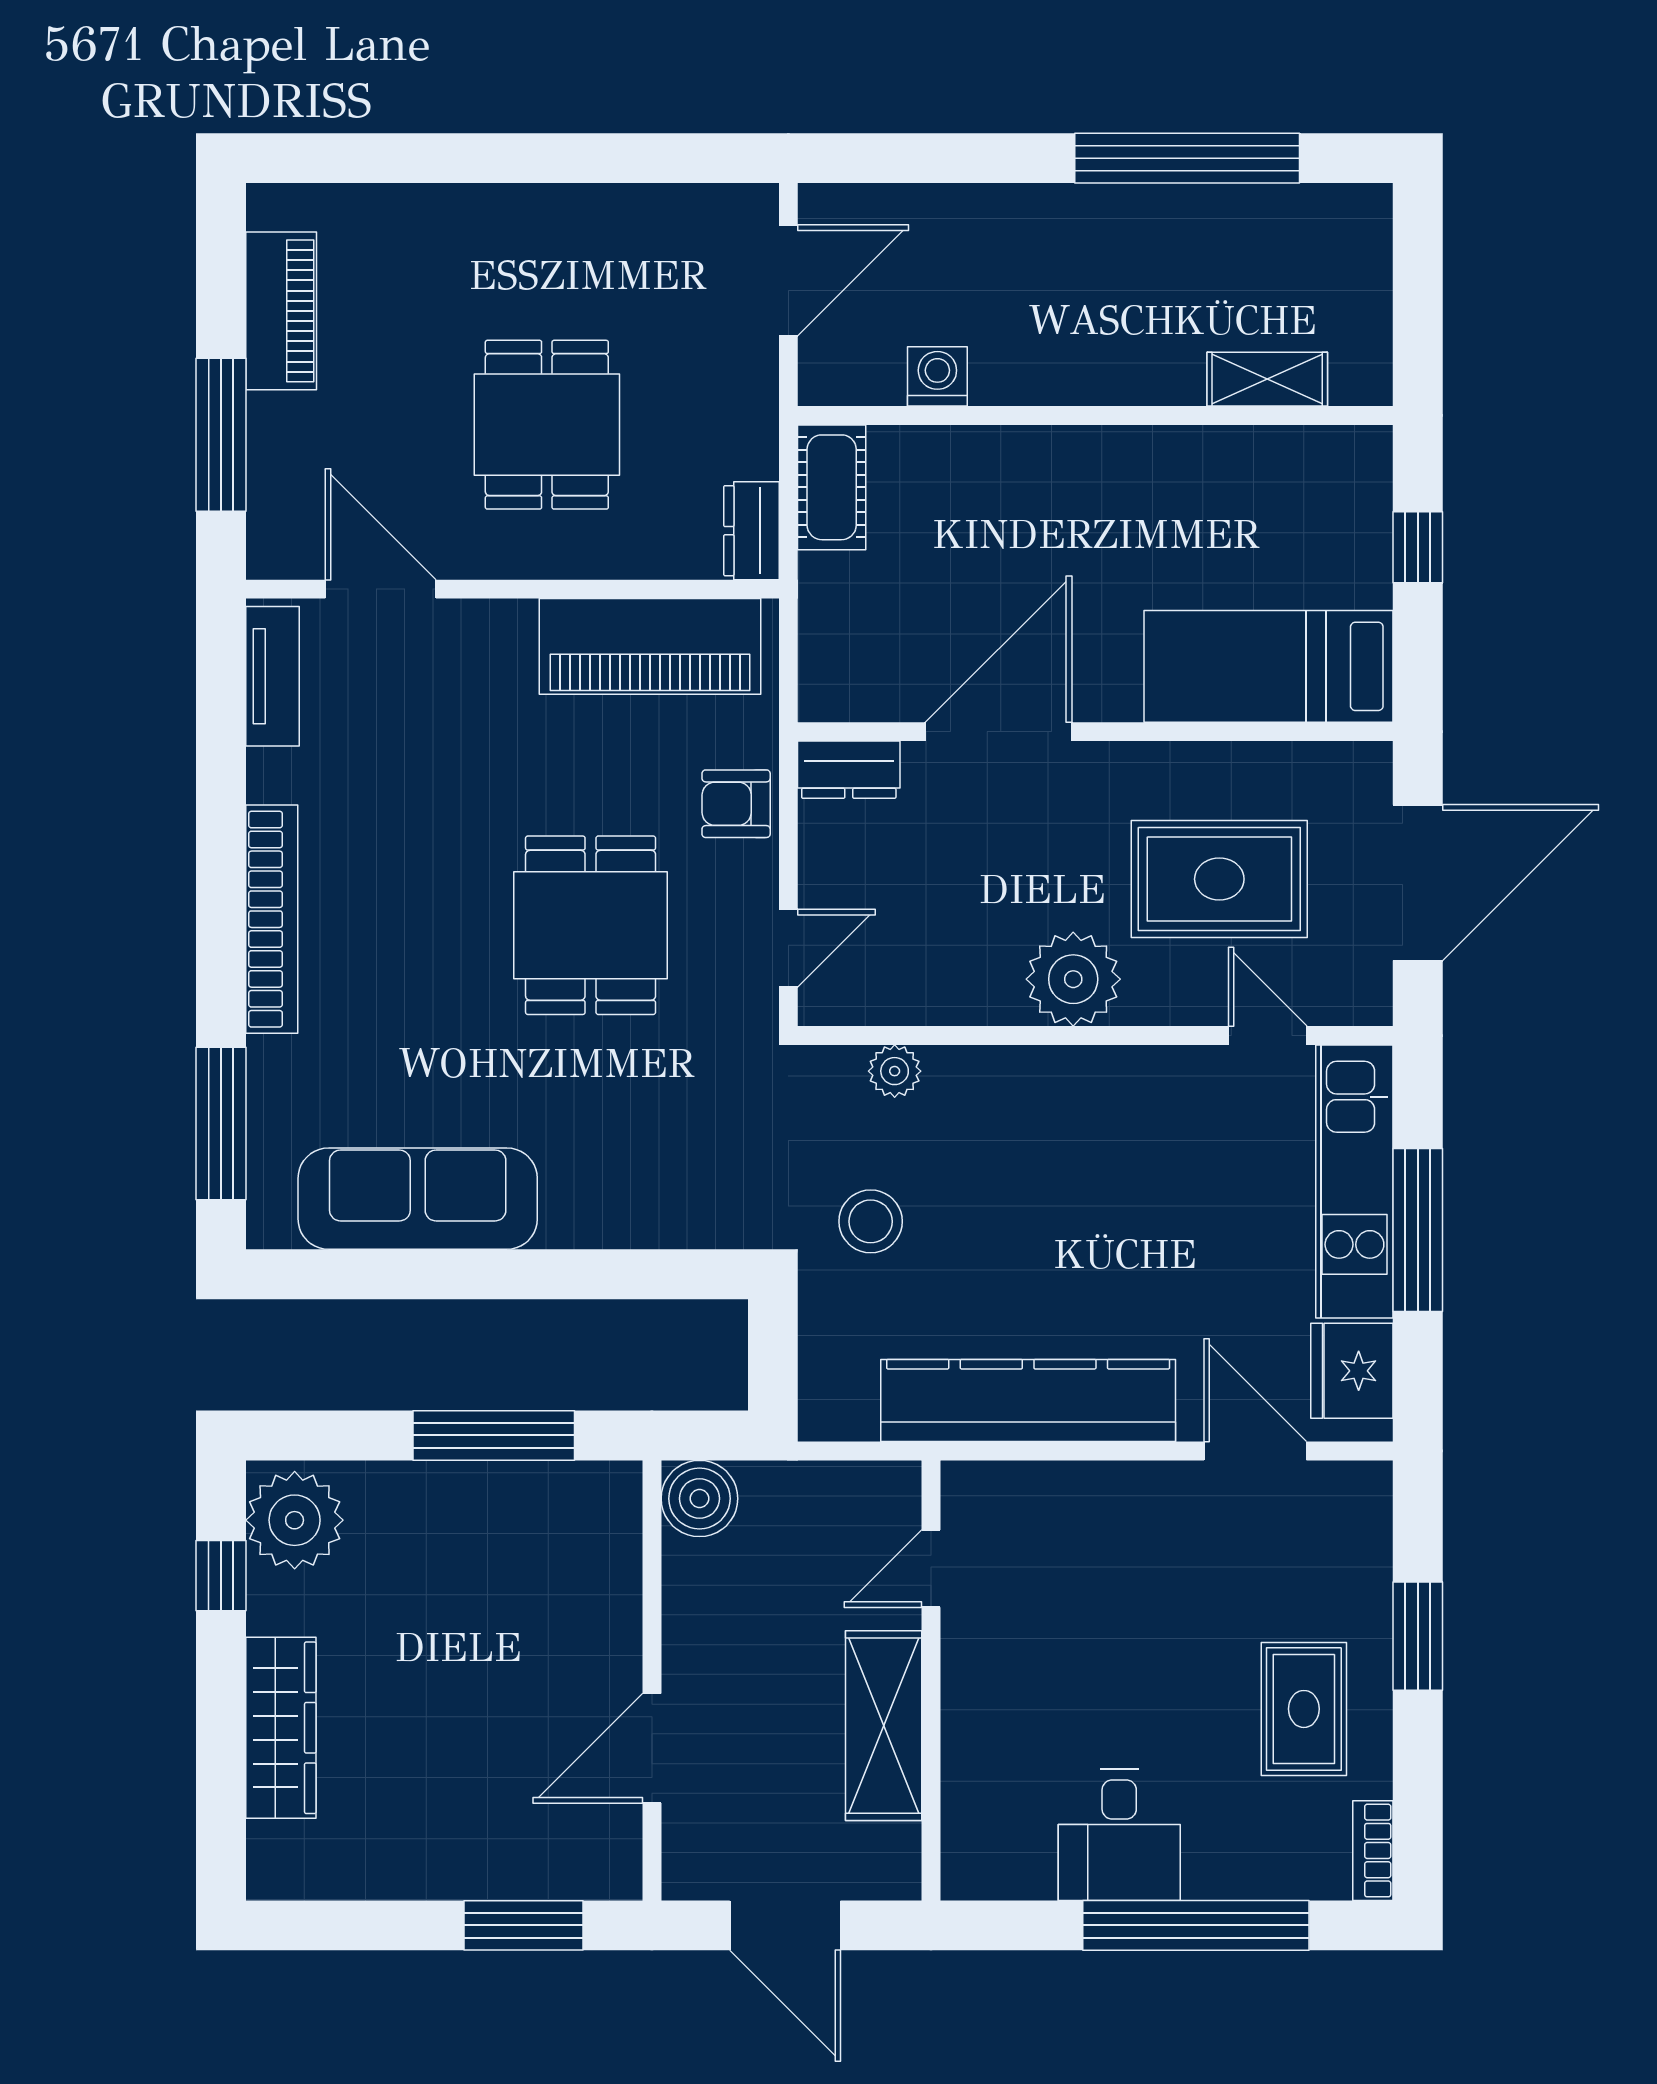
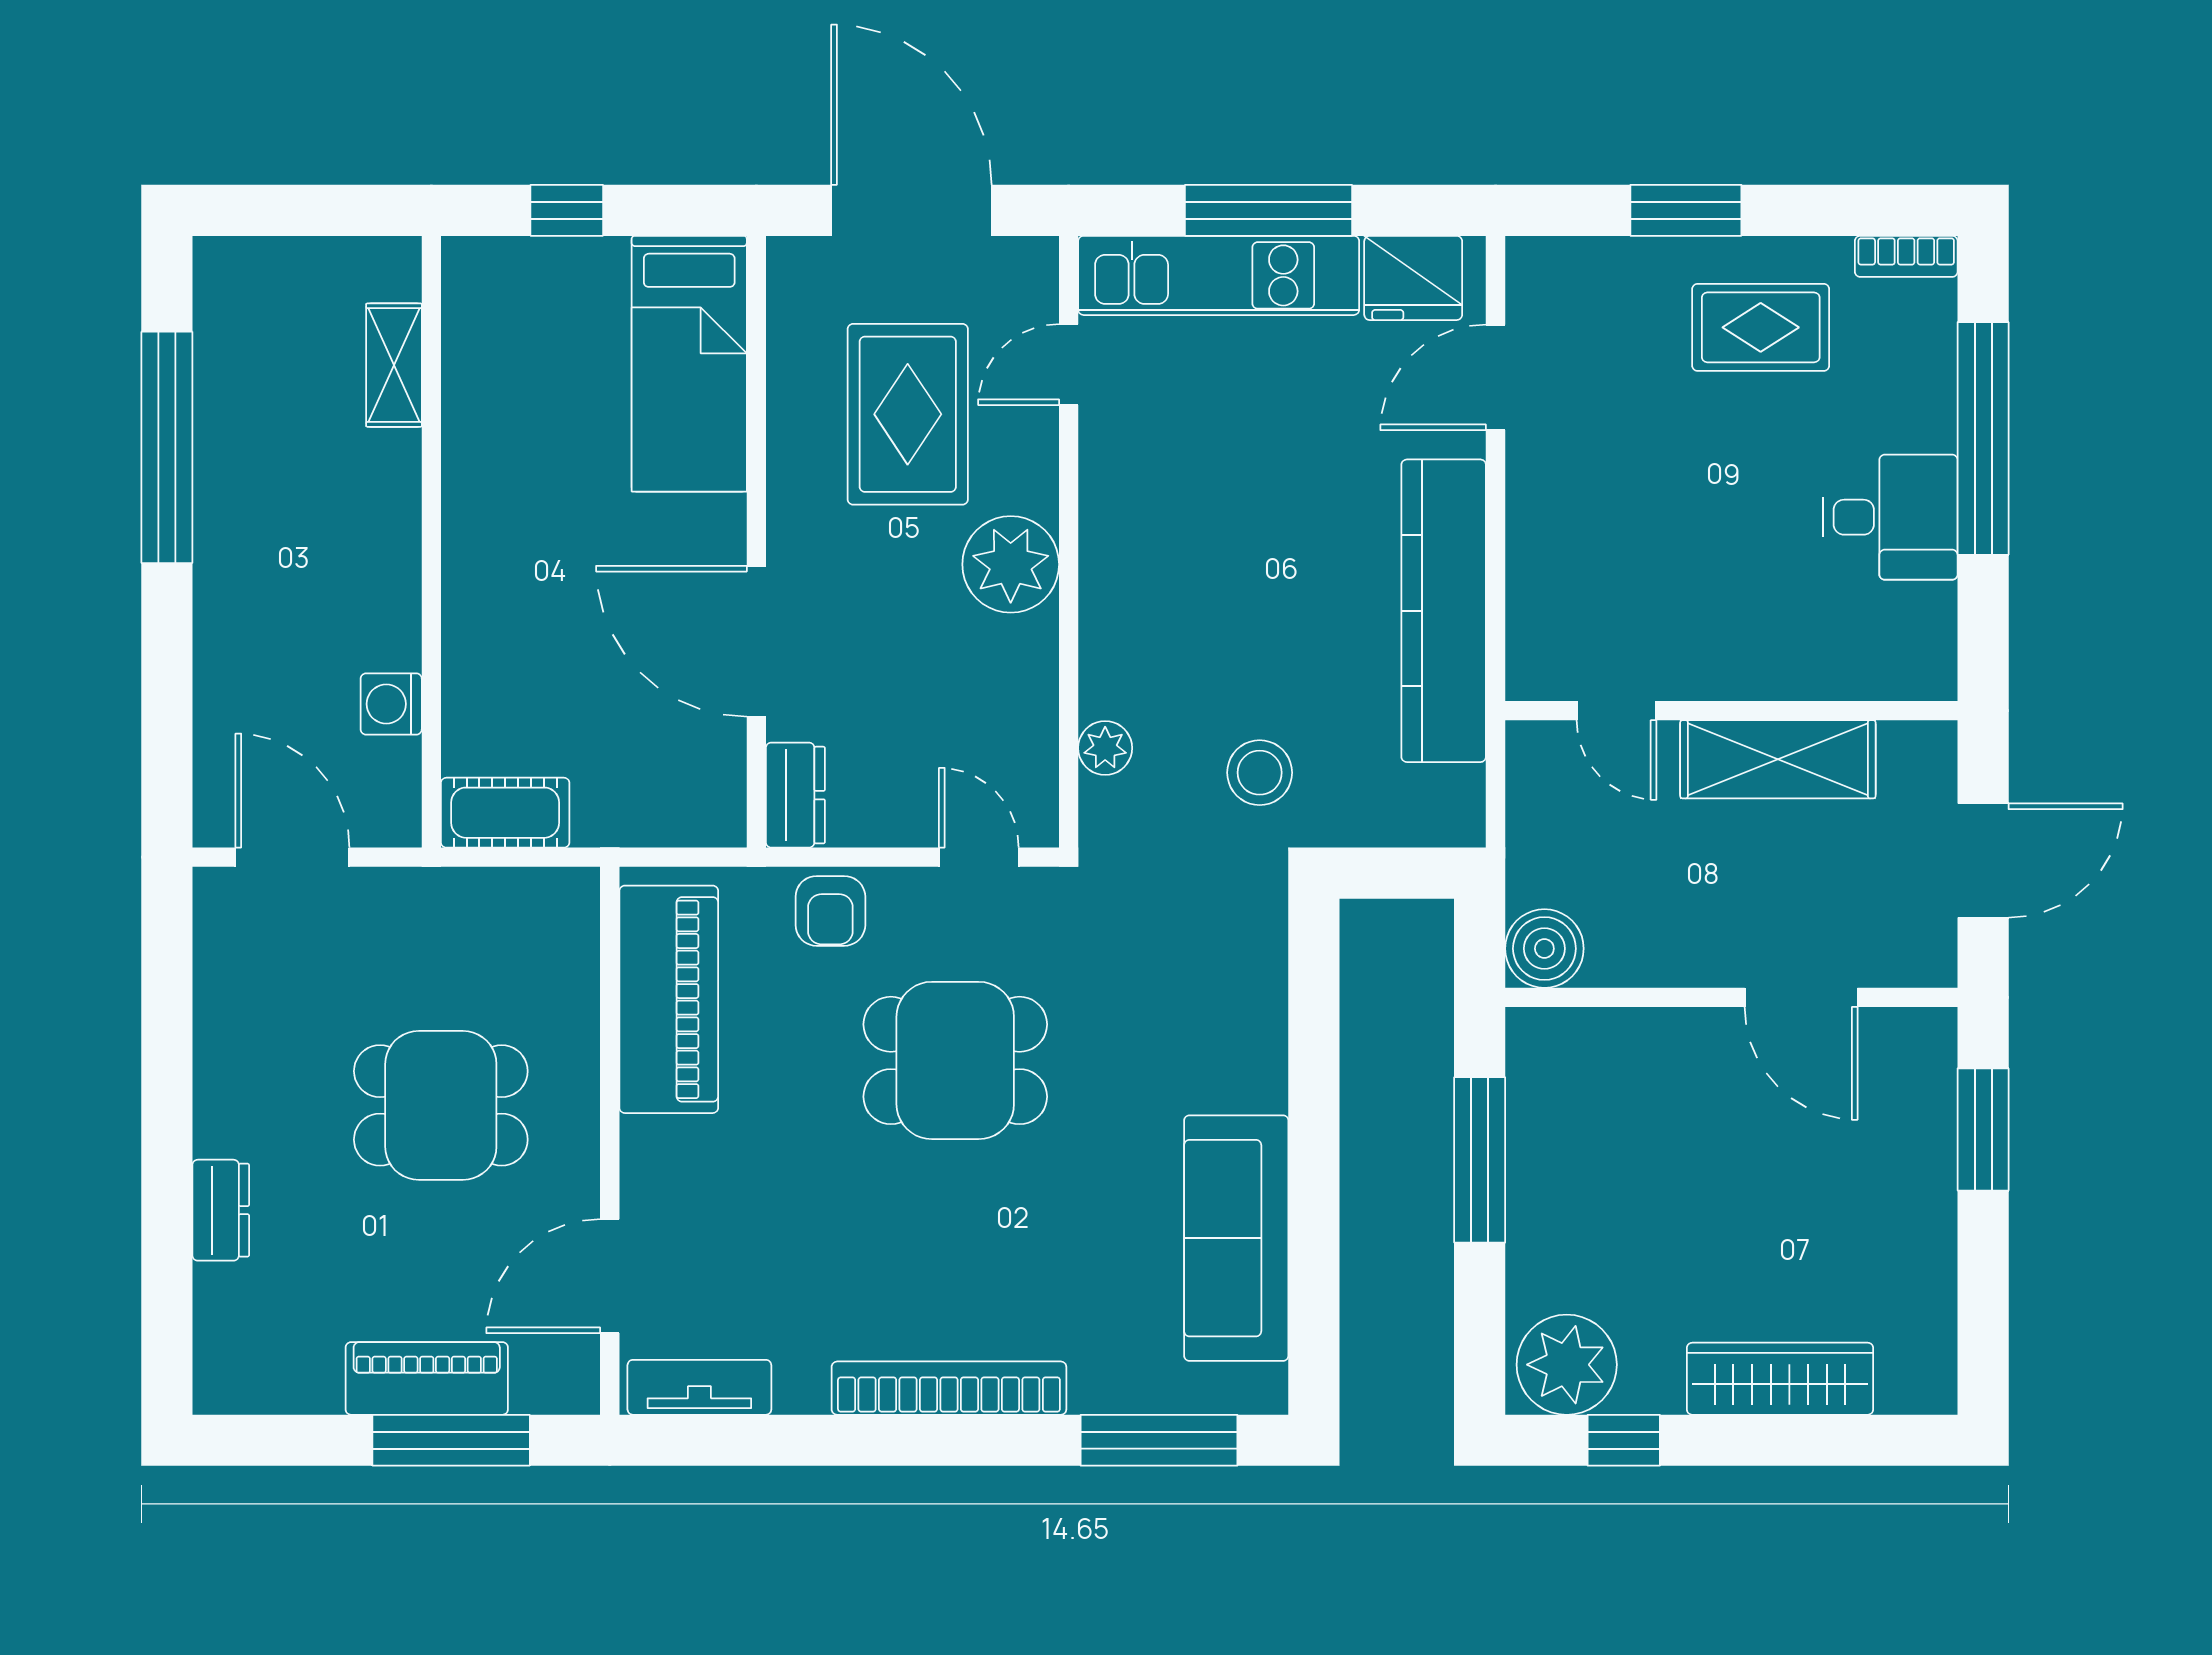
piano: (281, 311) -> (427, 1378), moved
dresser: (751, 531) -> (221, 1210), moved, turned -90

